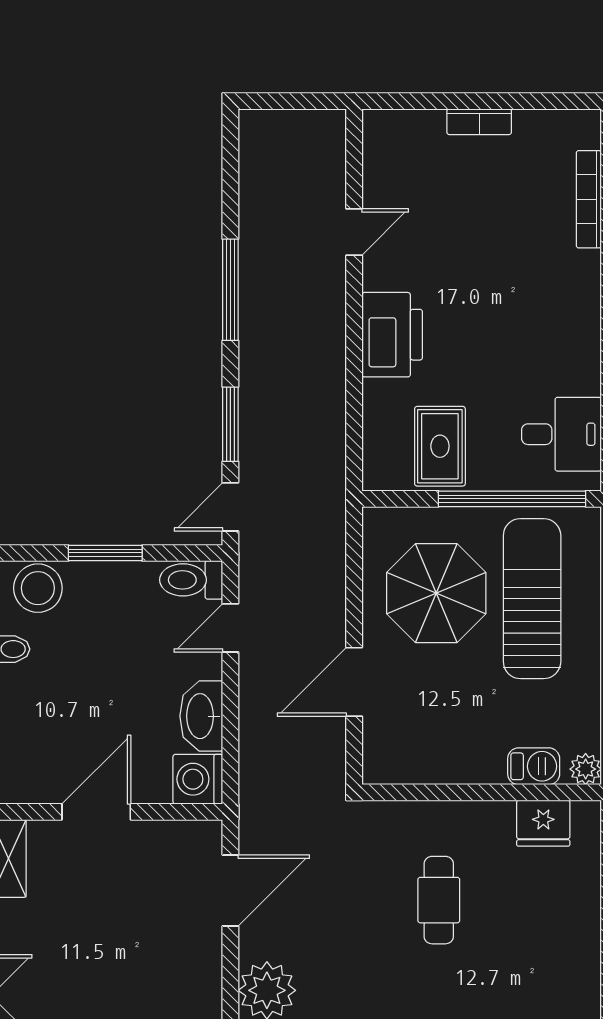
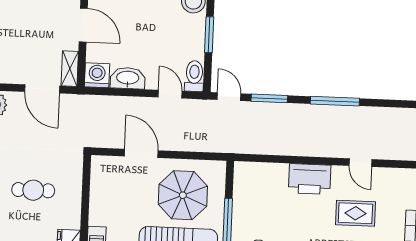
rug: (440, 446) -> (355, 213), moved
shelving: (187, 836) -> (70, 69), added

